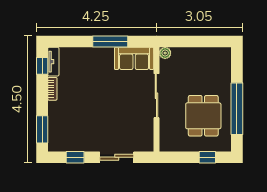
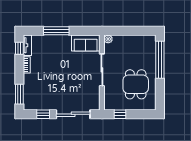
window: (110, 41) -> (56, 31), moved
window: (237, 109) -> (160, 60), moved
sliding door: (117, 157) -> (73, 114), width x1.37
window: (207, 157) -> (120, 114), moved

